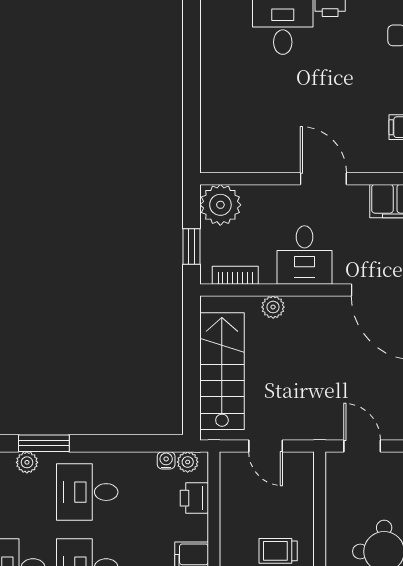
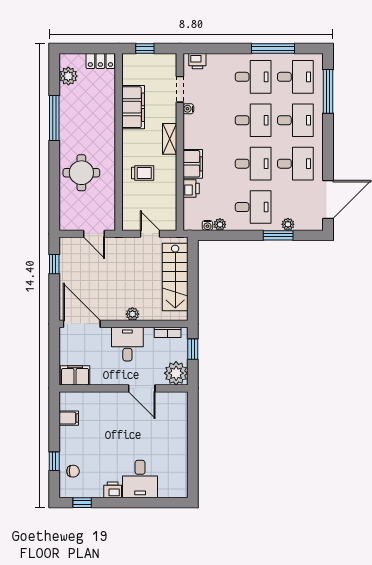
door: (323, 179) -> (142, 388), moved
plant: (273, 307) -> (132, 314), moved
plant: (188, 462) -> (220, 224), moved
printer: (194, 498) -> (191, 188), moved

